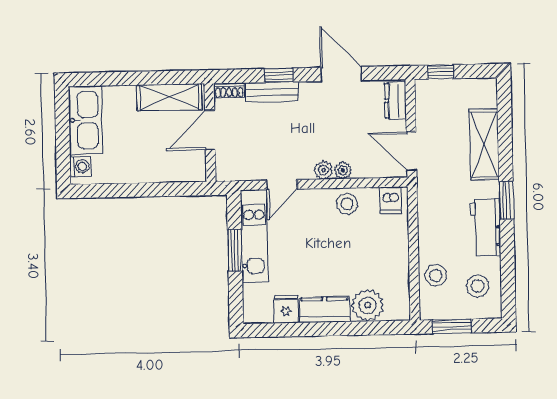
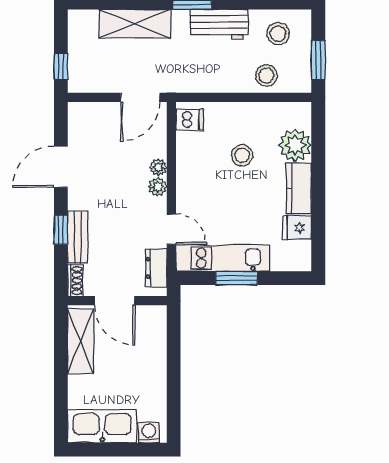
dresser: (395, 101) -> (156, 268), moved, turned 90
stool: (347, 204) -> (242, 155), moved

